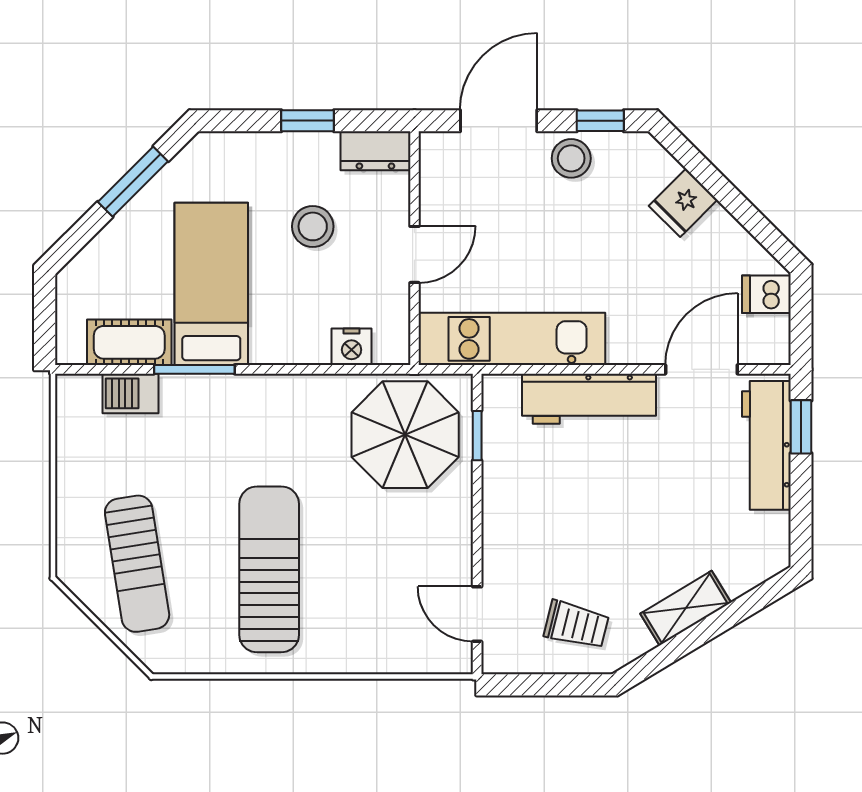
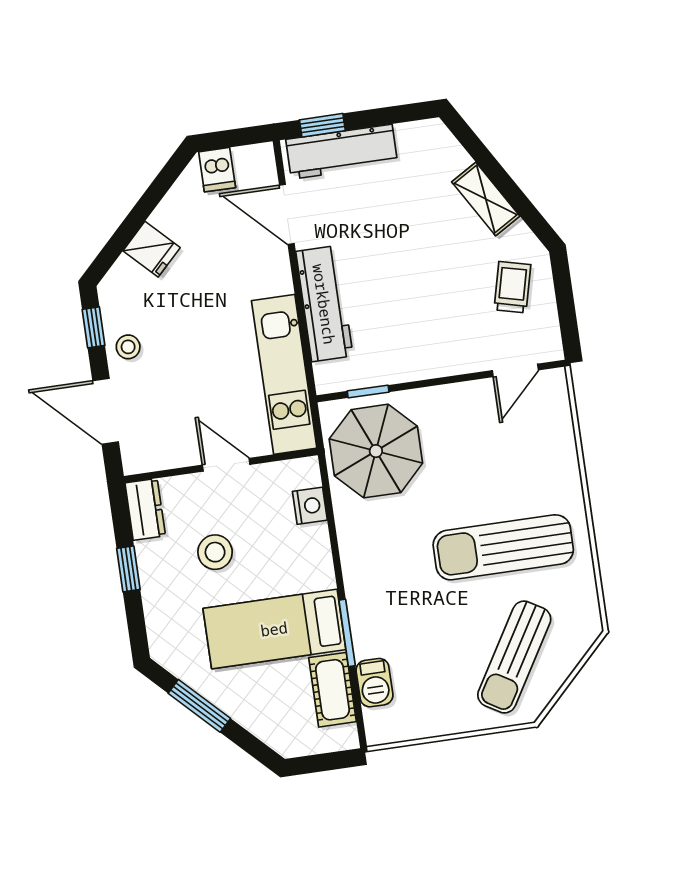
stool: (571, 158) -> (128, 347), width x0.73, depth x0.73
sun lounger: (137, 564) -> (514, 657), turned 130

